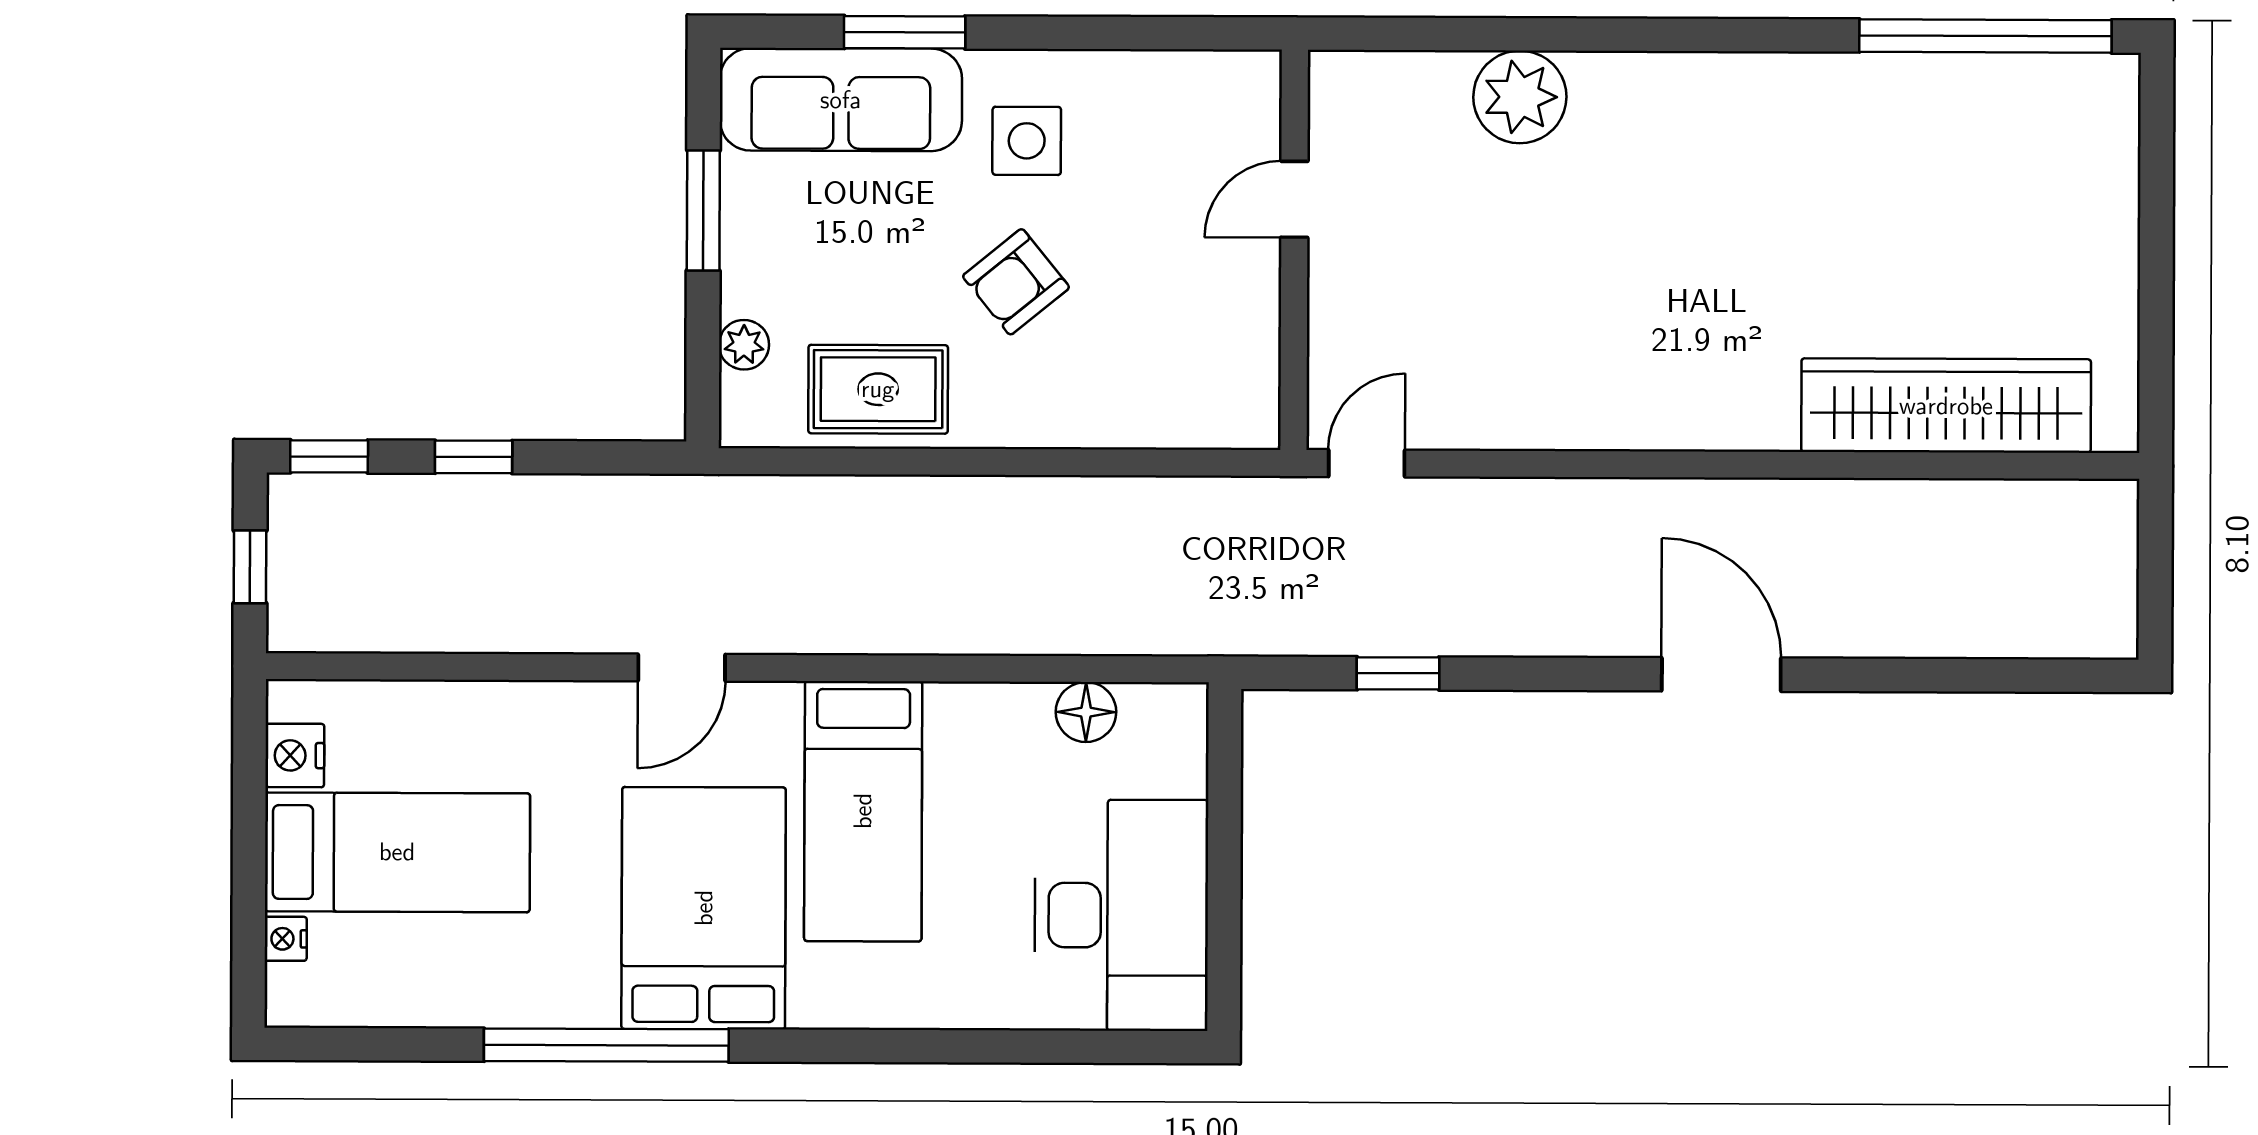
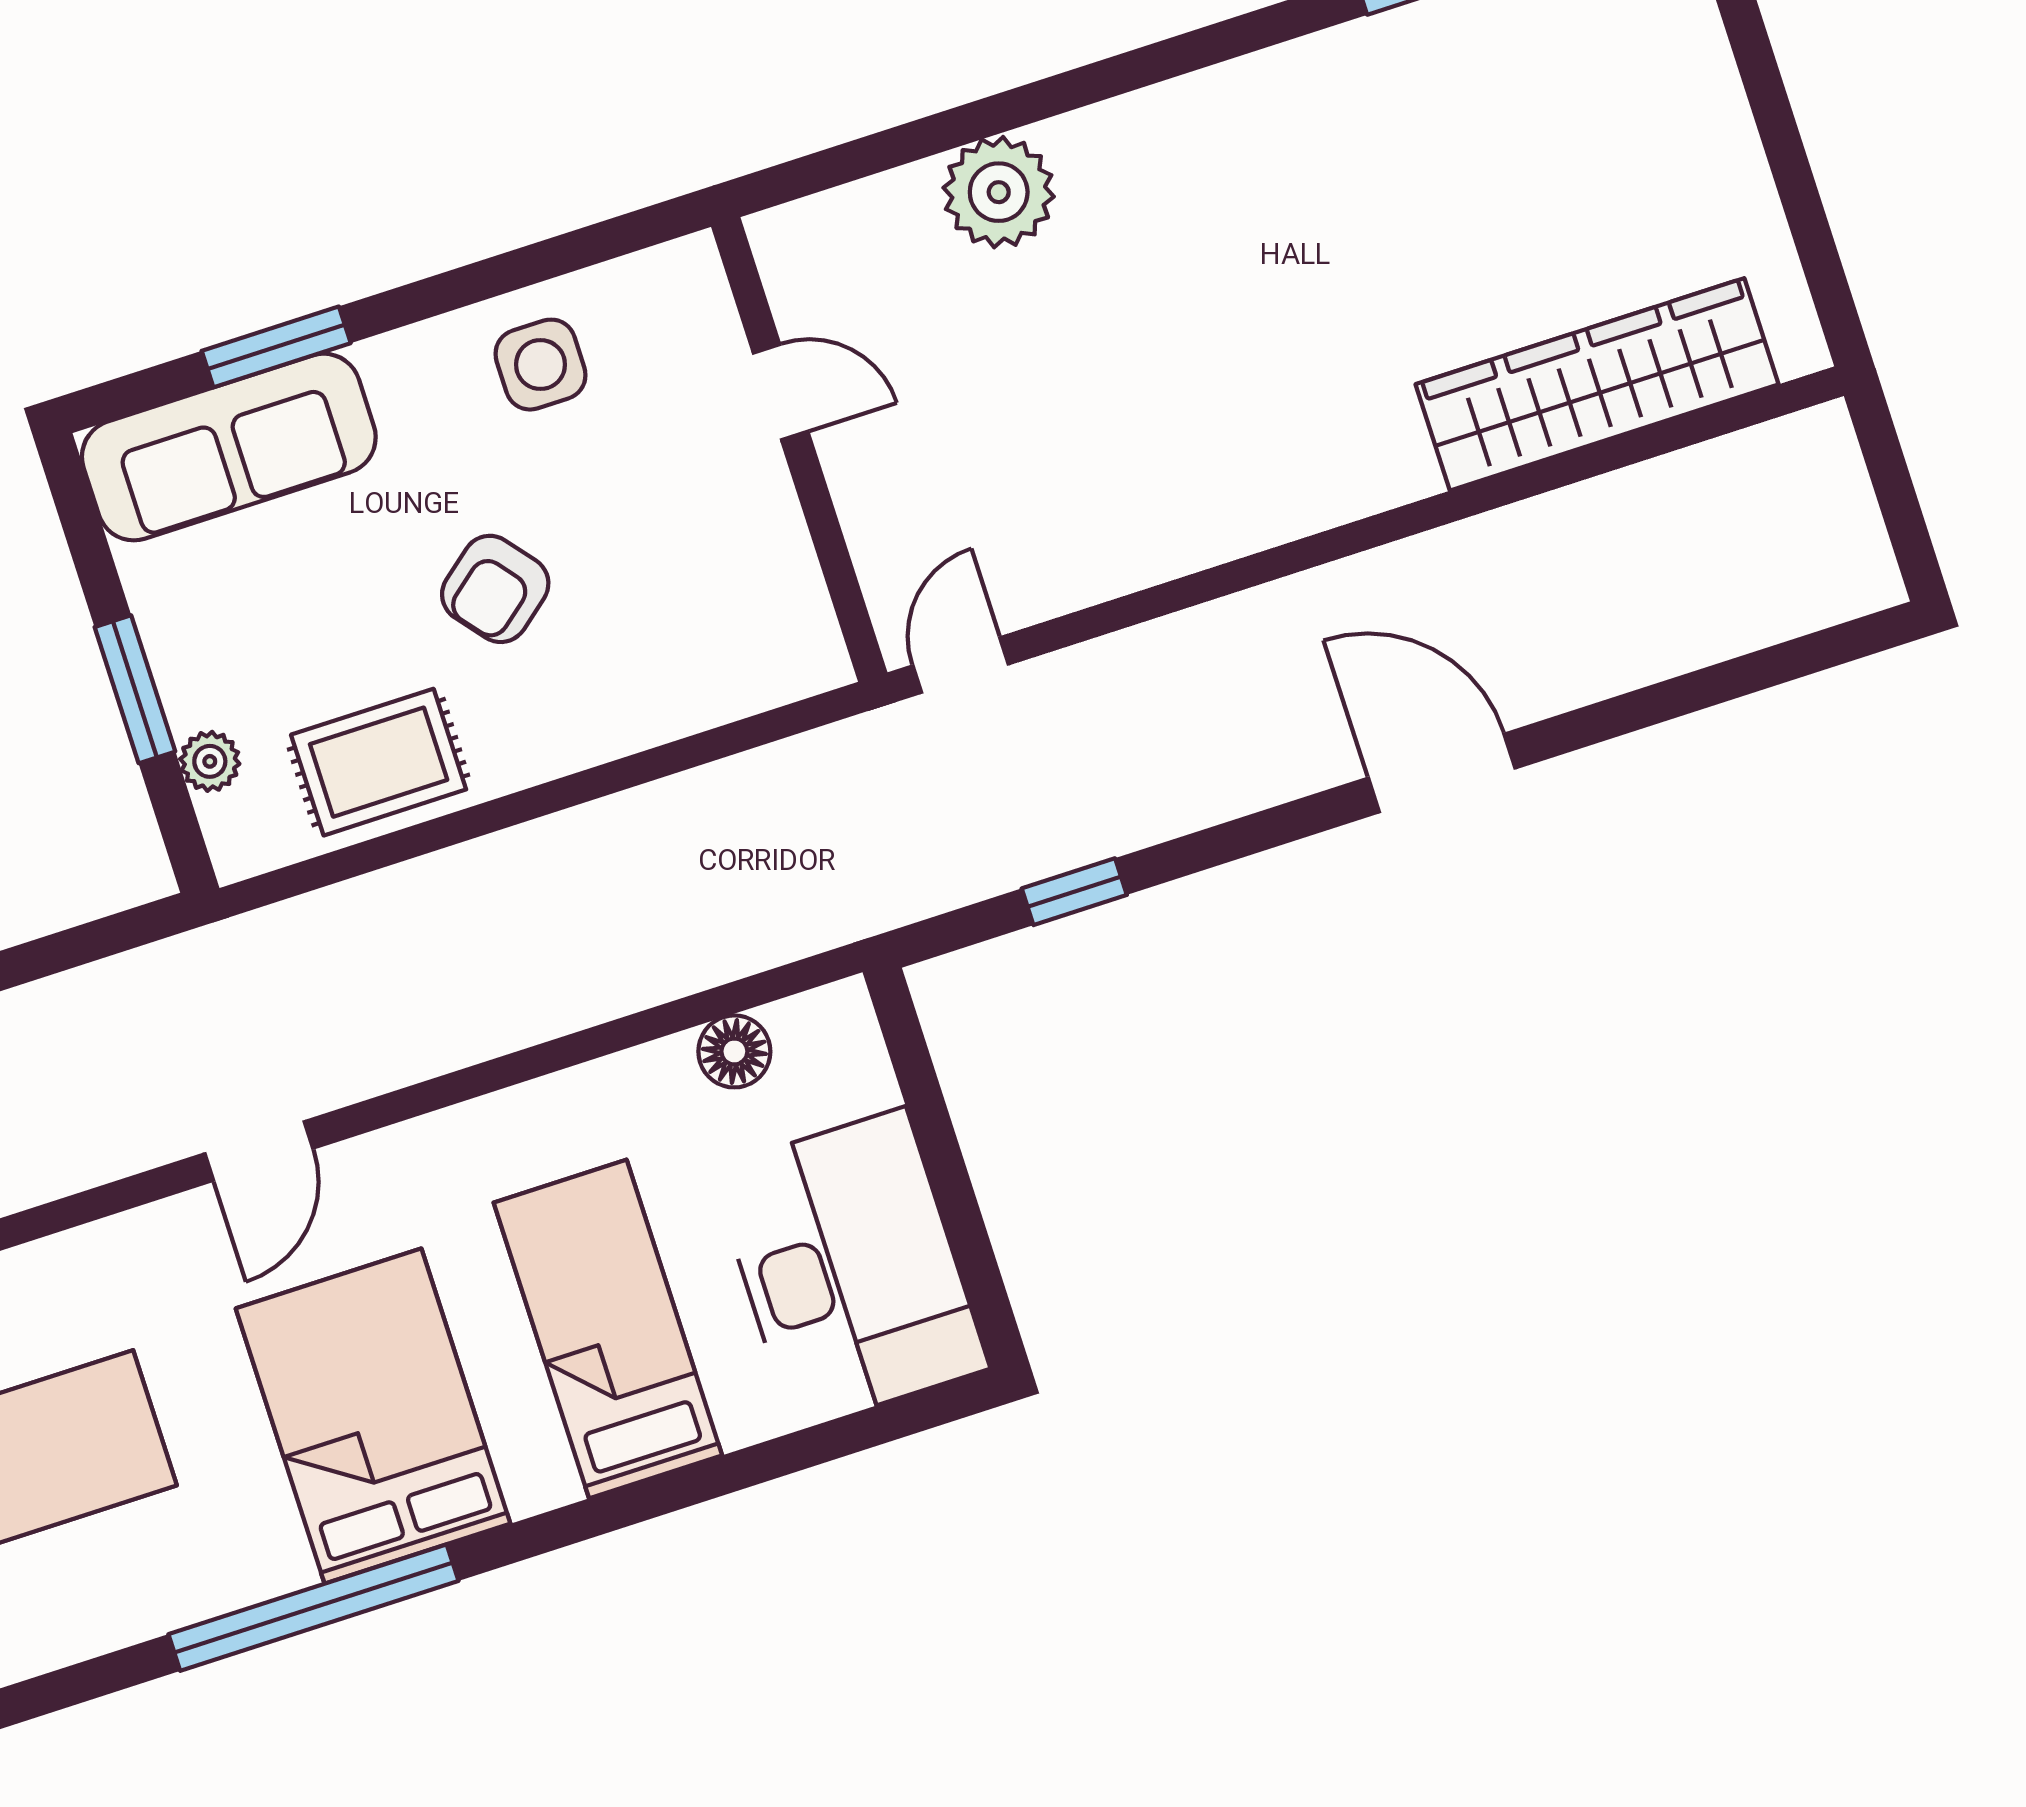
side table: (1027, 141) -> (541, 365), moved
door: (1294, 199) -> (781, 392), swing flipped
window: (703, 211) -> (135, 689), moved
bed: (863, 811) -> (608, 1329), moved, turned 180

